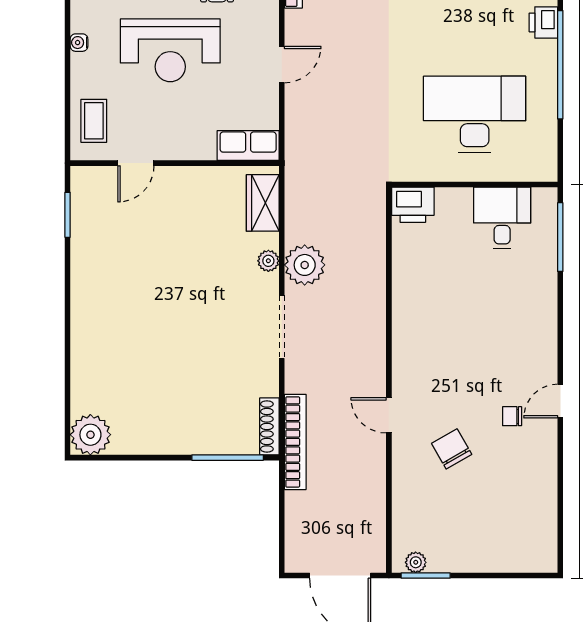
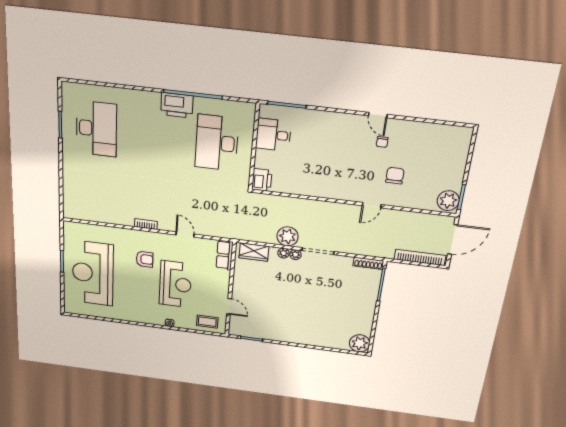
printer: (543, 22) -> (177, 105), width x1.87, depth x1.48
plant: (268, 284) -> (295, 255), added
bookcase: (295, 442) -> (420, 257), moved
chair: (452, 449) -> (395, 176), turned 120
plant: (416, 562) -> (448, 201), width x1.87, depth x1.87

